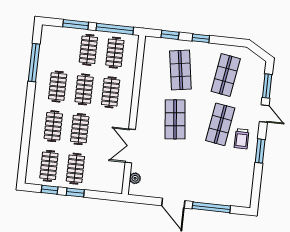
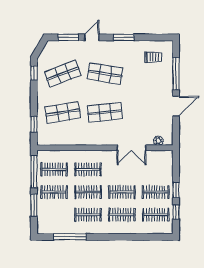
window: (201, 38) -> (34, 73), moved
shop shelf: (226, 75) -> (63, 74), turned -30
trolley: (242, 139) -> (153, 57), moved

